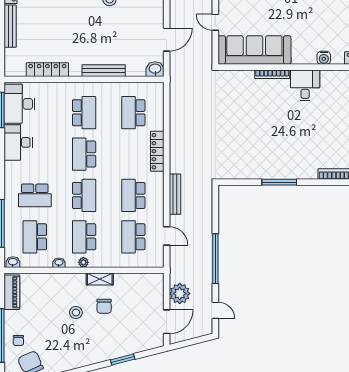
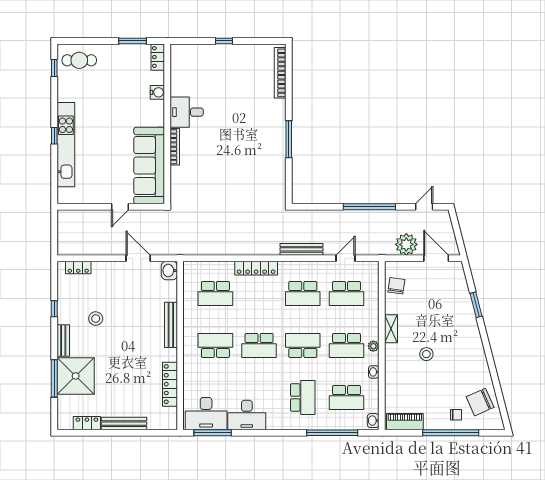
chair: (104, 306) -> (396, 286), moved, turned -82

